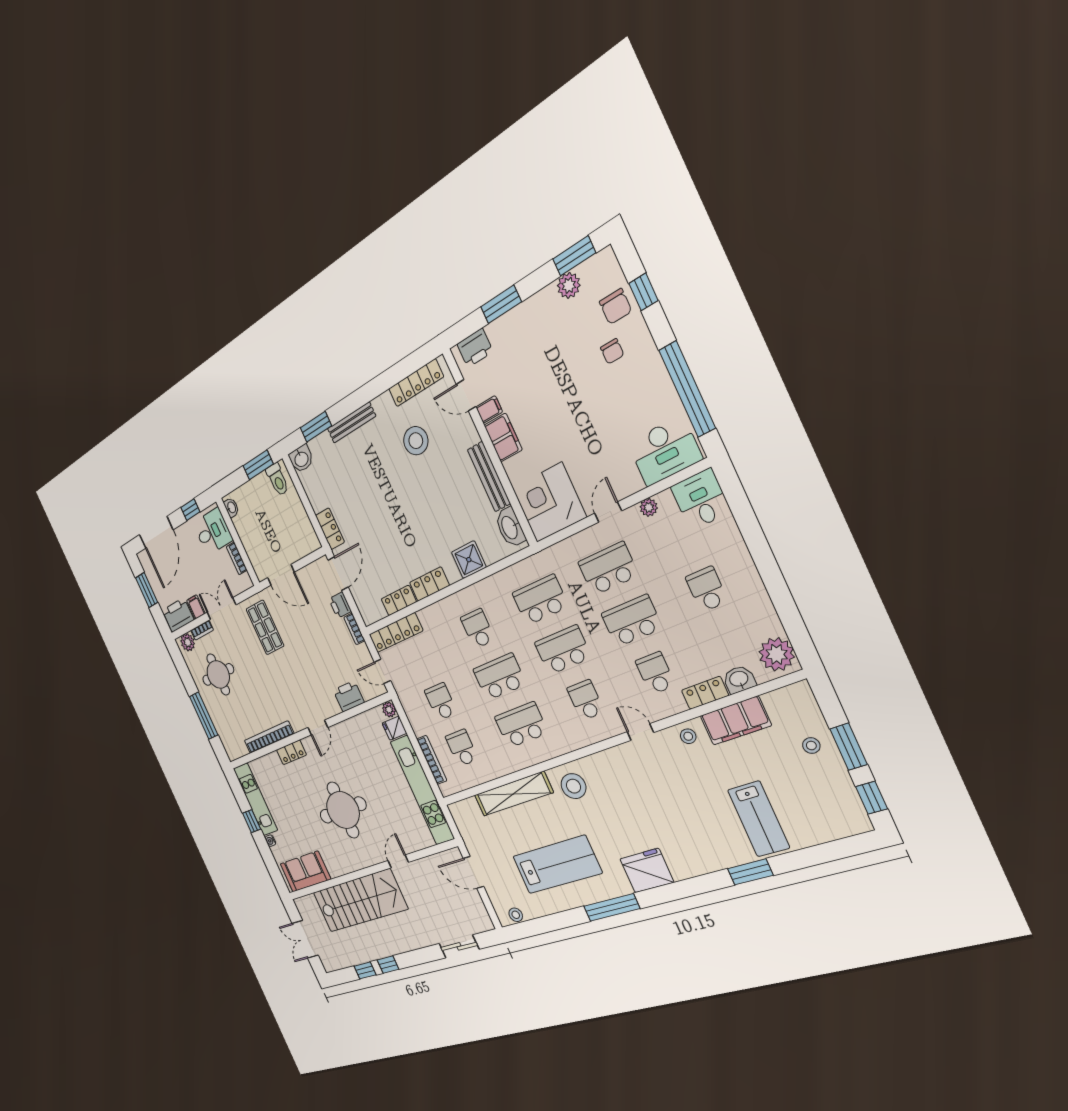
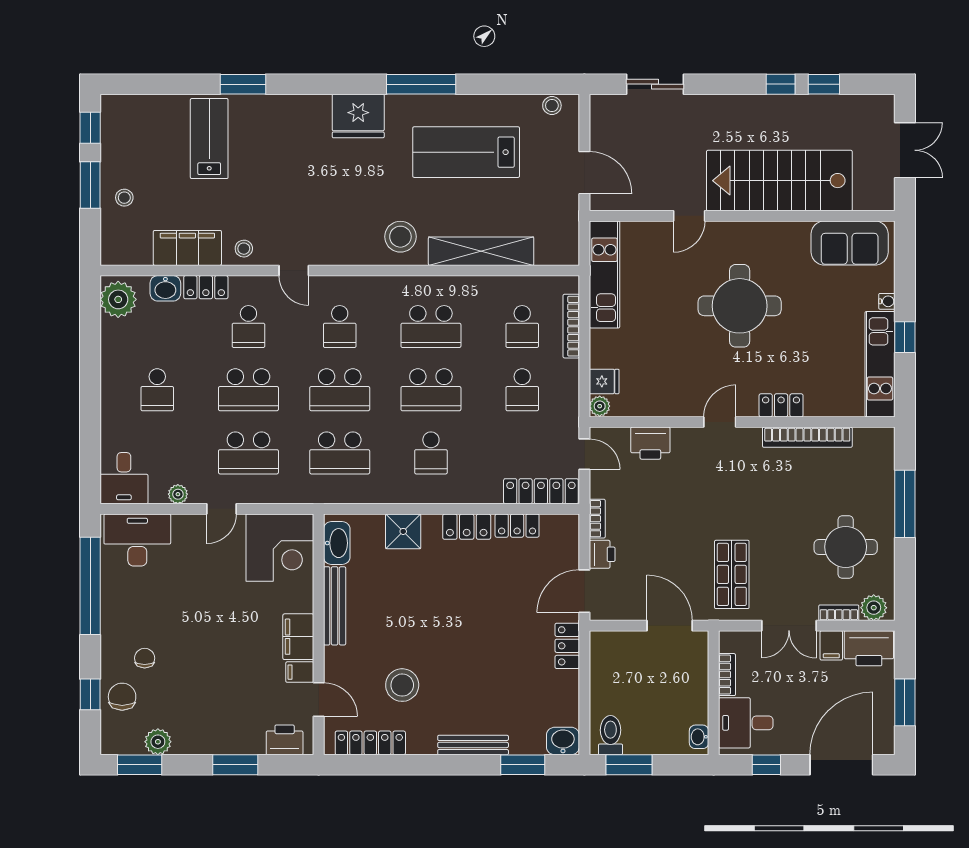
kitchen unit: (422, 790) -> (604, 274), width x0.73

